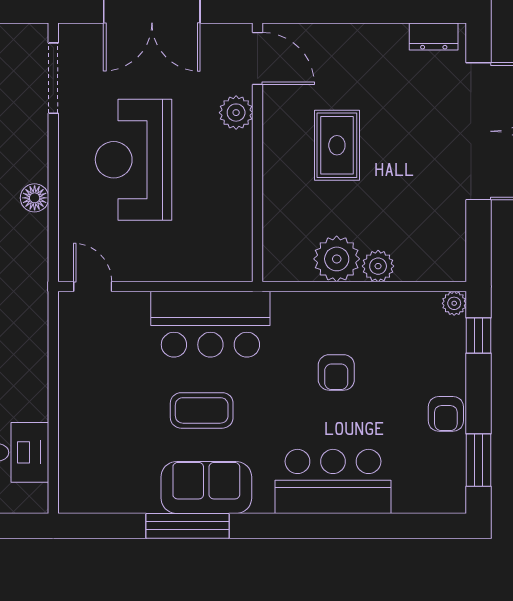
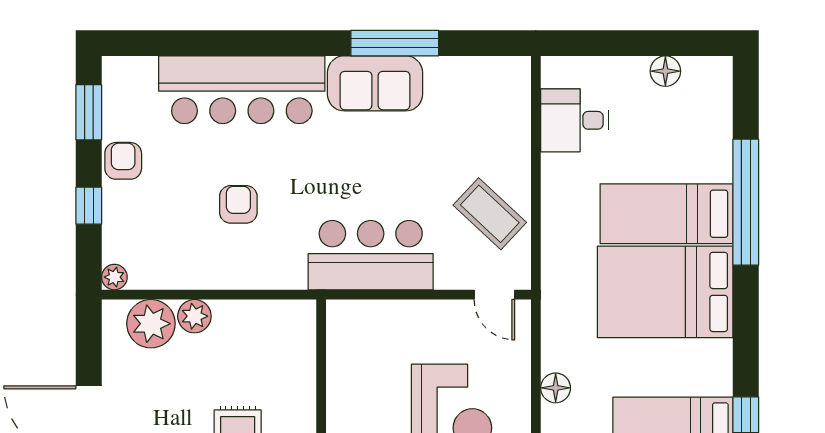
plant: (337, 259) -> (151, 324), moved
window: (479, 335) -> (89, 206), moved
coffee table: (202, 410) -> (490, 214), moved, turned 43
bar counter: (333, 481) -> (242, 90), width x1.36

